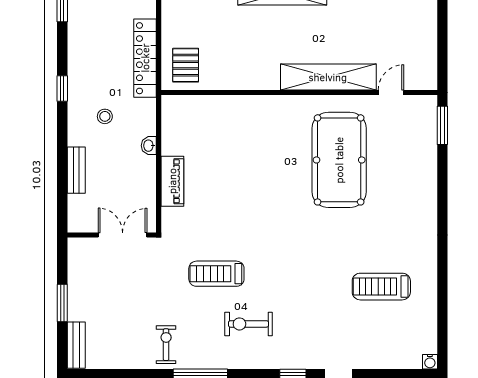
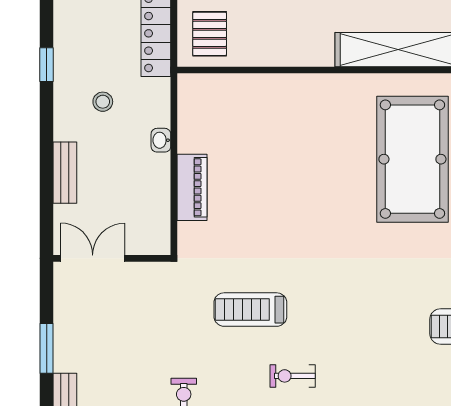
double door: (123, 235) -> (93, 258), moved
exercise bike: (248, 324) -> (293, 376), width x0.73, depth x0.72

